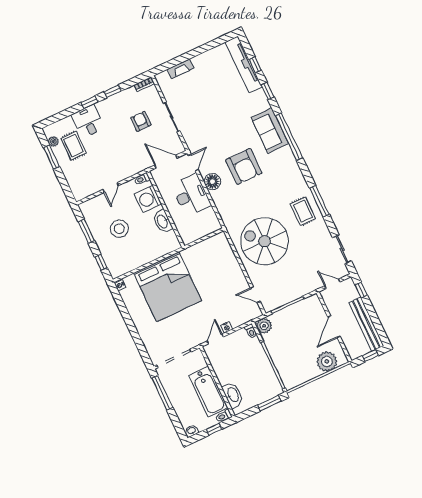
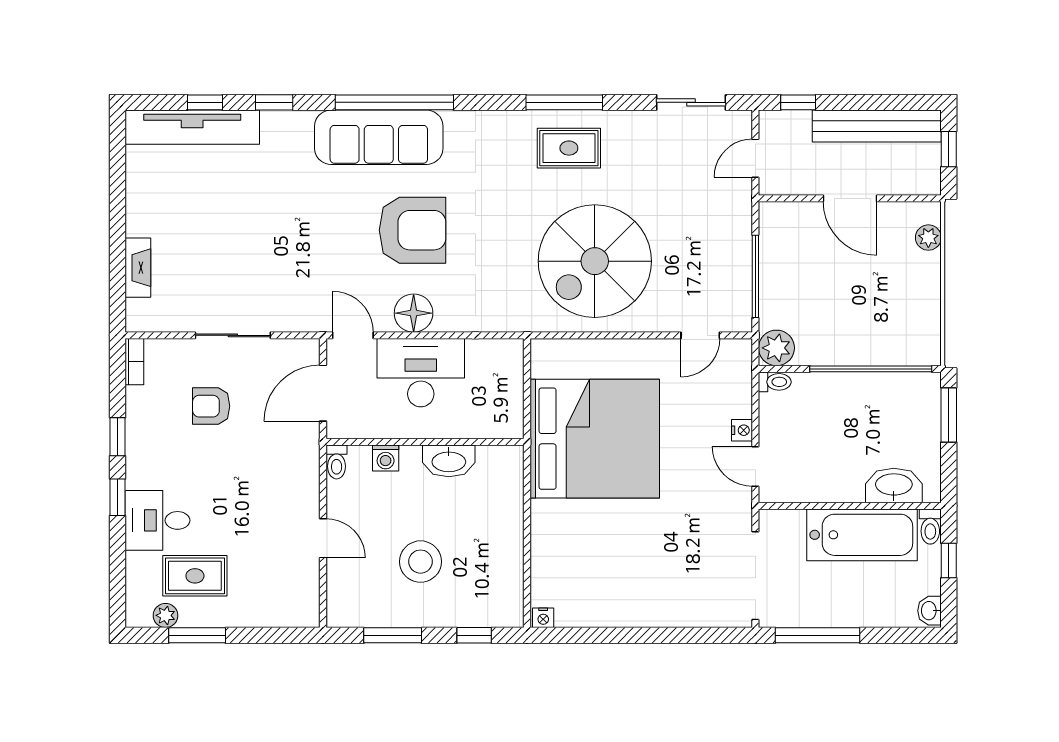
sofa: (270, 131) -> (379, 137), width x1.36
washing machine: (148, 199) -> (386, 458), width x0.53, depth x0.53
bed: (168, 287) -> (595, 439), moved
plant: (327, 361) -> (928, 238), width x0.53, depth x0.53

